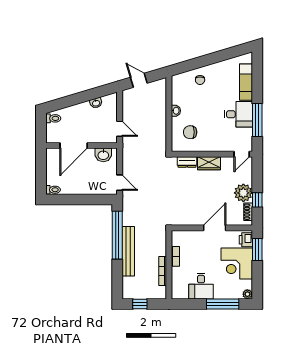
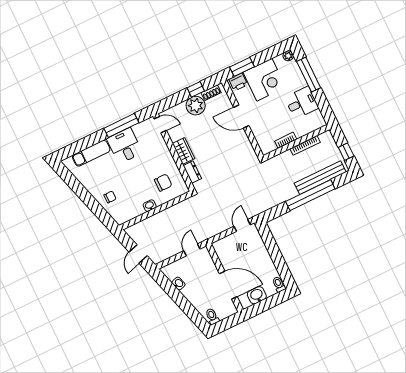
chair: (190, 132) -> (163, 183), turned -90
washbasin: (103, 155) -> (257, 295), moved, turned -90
window: (117, 235) -> (310, 195), moved
bench: (128, 251) -> (320, 178), moved

